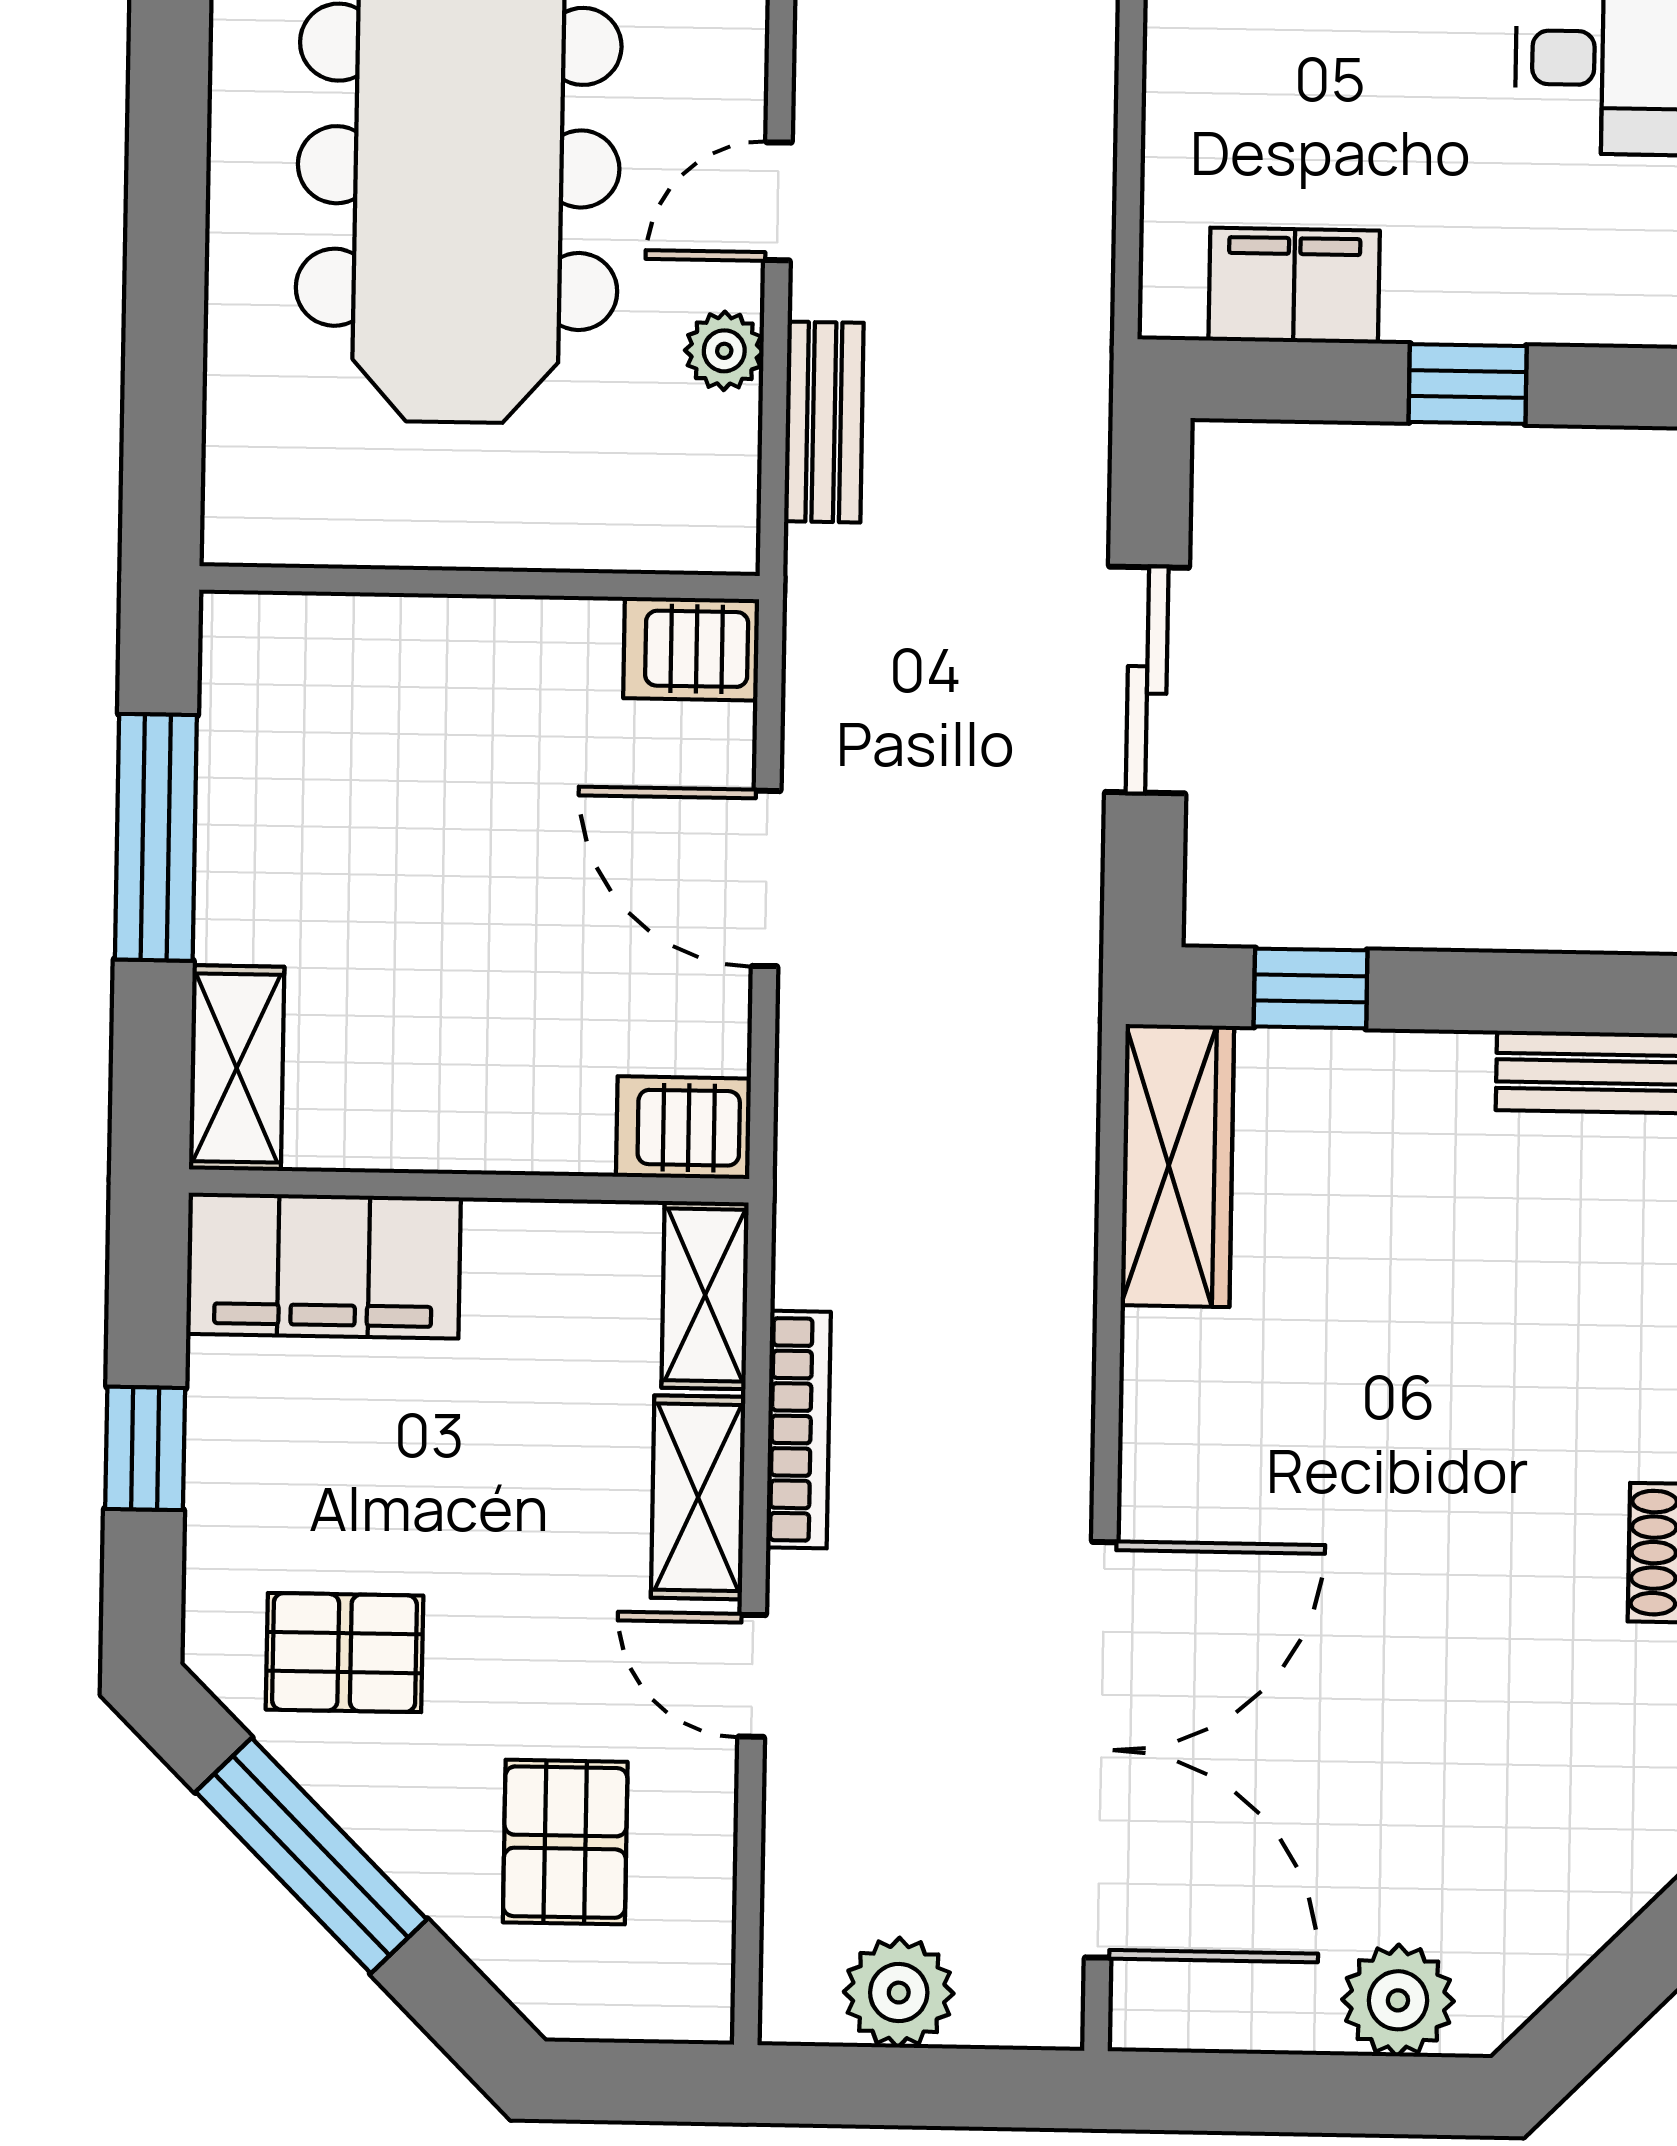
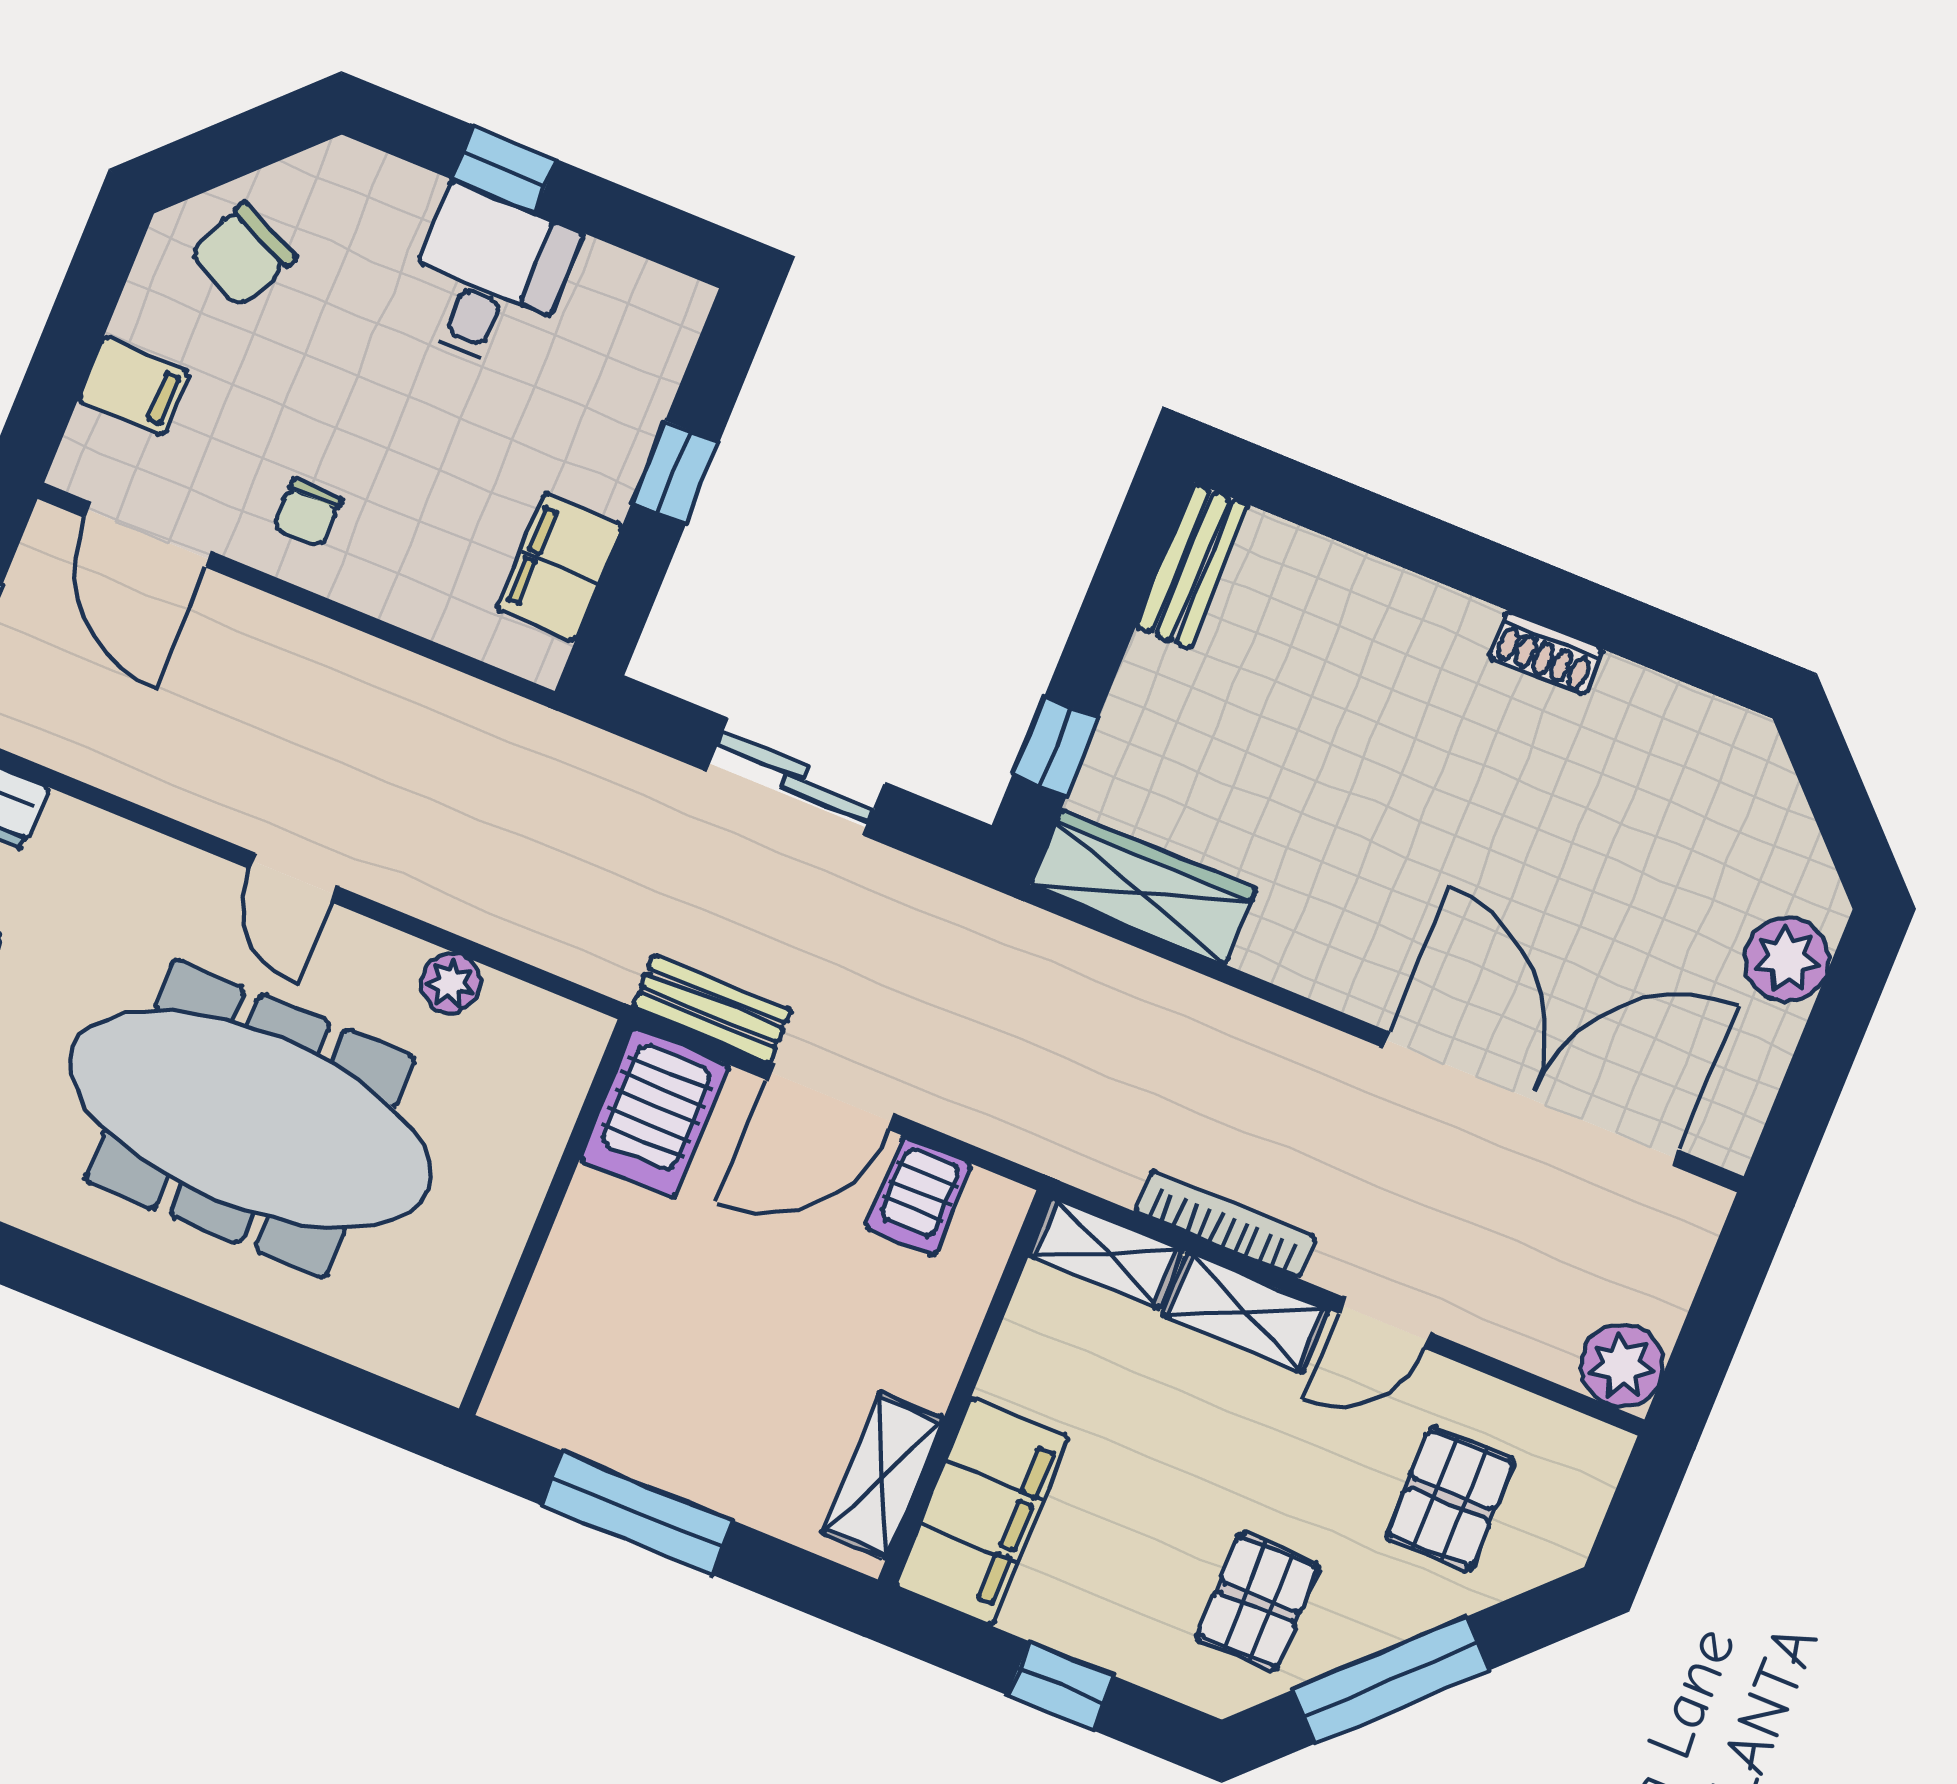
door: (778, 201) -> (294, 878), moved
bench: (824, 422) -> (712, 1008), moved
server rack: (691, 649) -> (655, 1113), width x1.36, depth x1.44
shelving: (237, 1068) -> (883, 1476), moved, turned 90
server rack: (683, 1128) -> (919, 1196), moved
pallet: (565, 1842) -> (1450, 1499), turned 90
plant: (899, 1993) -> (1622, 1366), moved

